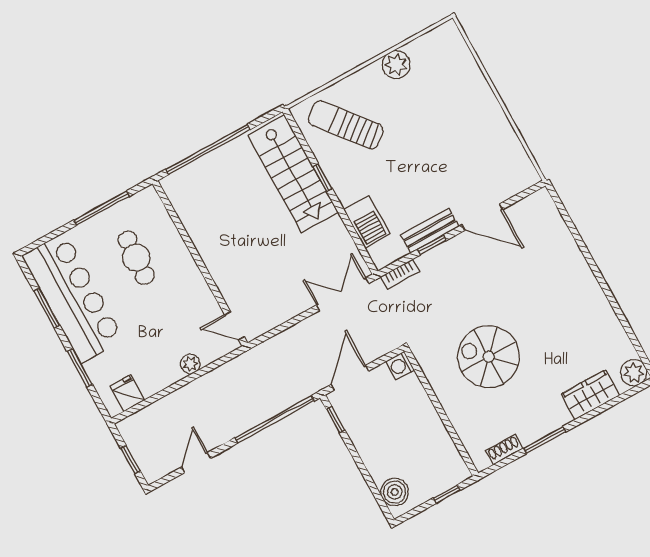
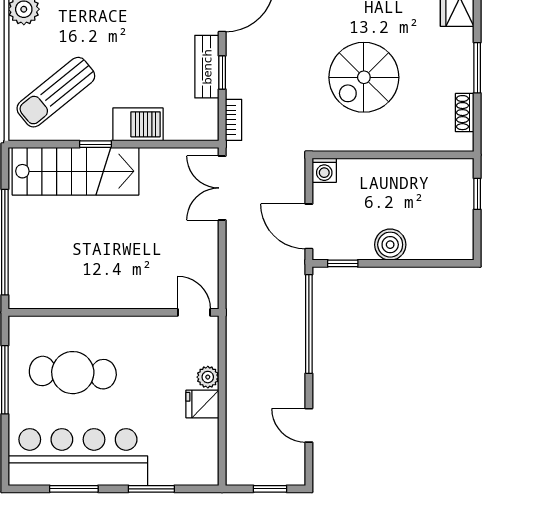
barbecue: (367, 222) -> (138, 124), moved
cafe table: (136, 258) -> (73, 373), width x1.37, depth x1.35
door: (234, 326) -> (194, 312), swing flipped
fridge: (127, 393) -> (202, 404), moved
boiler: (395, 492) -> (390, 245), moved

